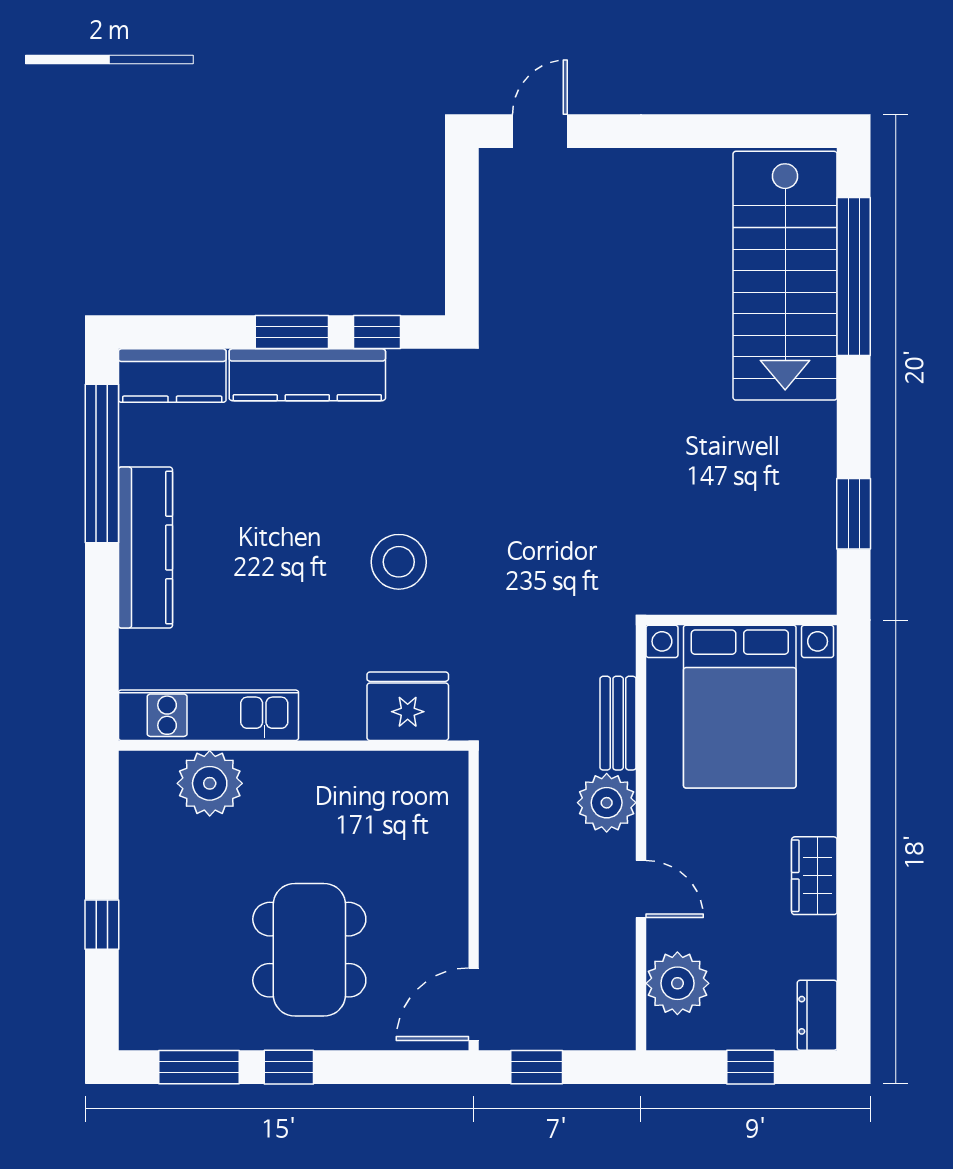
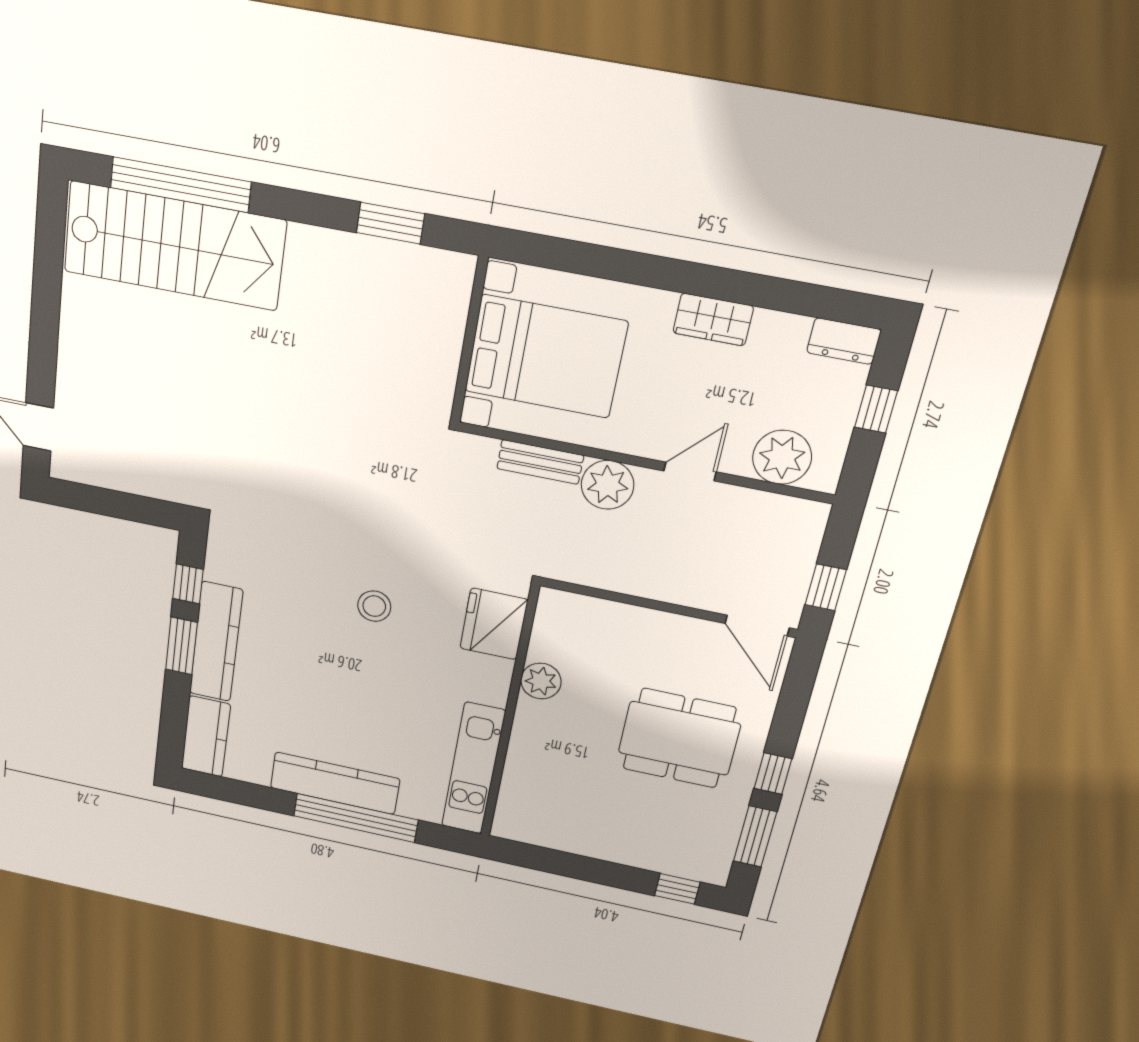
window: (102, 464) -> (356, 818), moved
stool: (399, 562) -> (374, 606), width x0.73, depth x0.73
plant: (210, 783) -> (541, 681), moved, width x0.73, depth x0.73
window: (102, 925) -> (677, 889), moved

